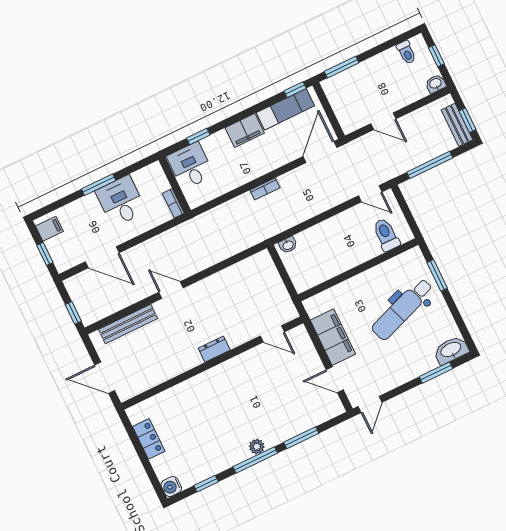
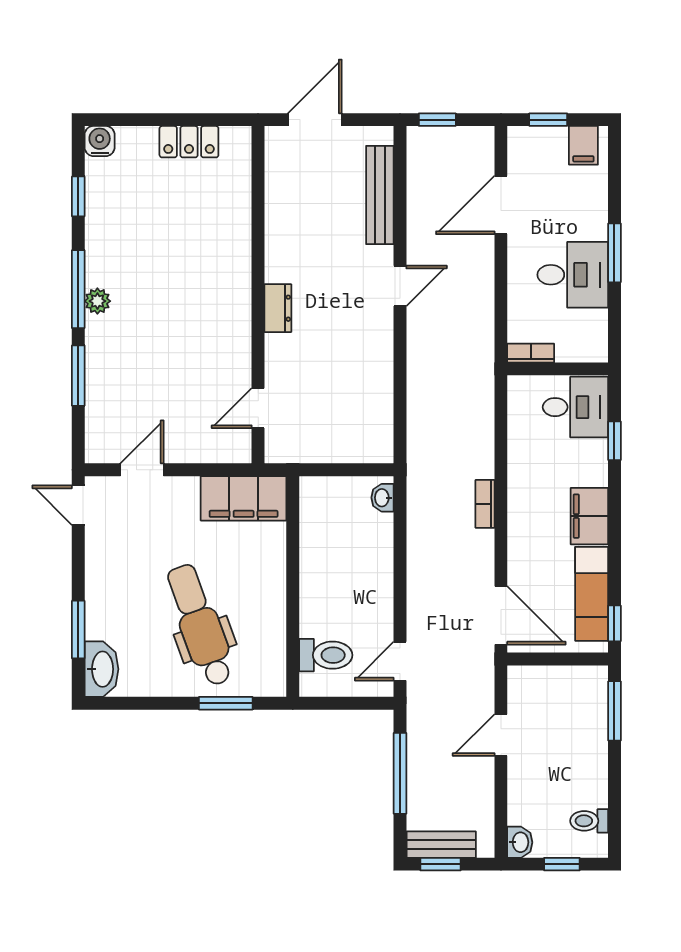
filing cabinet: (333, 337) -> (244, 498), moved

